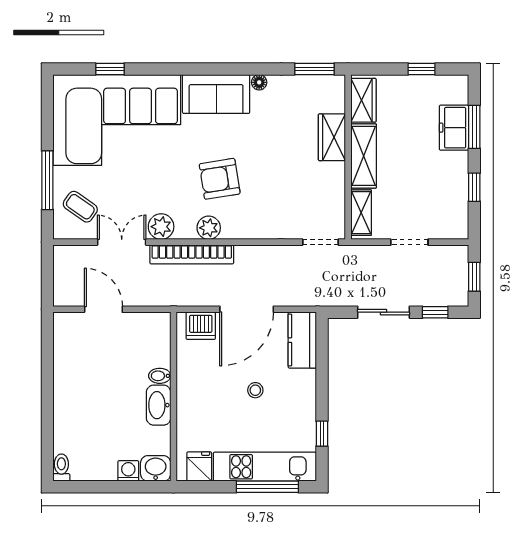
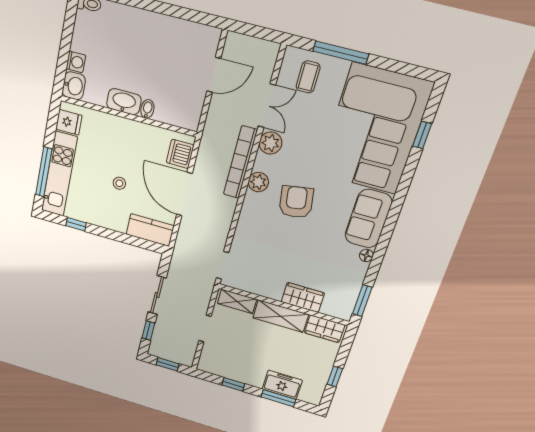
coffee table: (80, 207) -> (308, 77), turned -35

